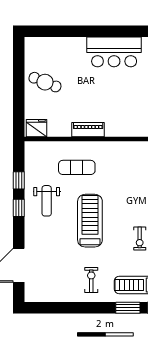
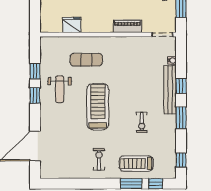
fridge: (36, 128) -> (72, 25), moved
piano: (88, 130) -> (128, 26), moved

